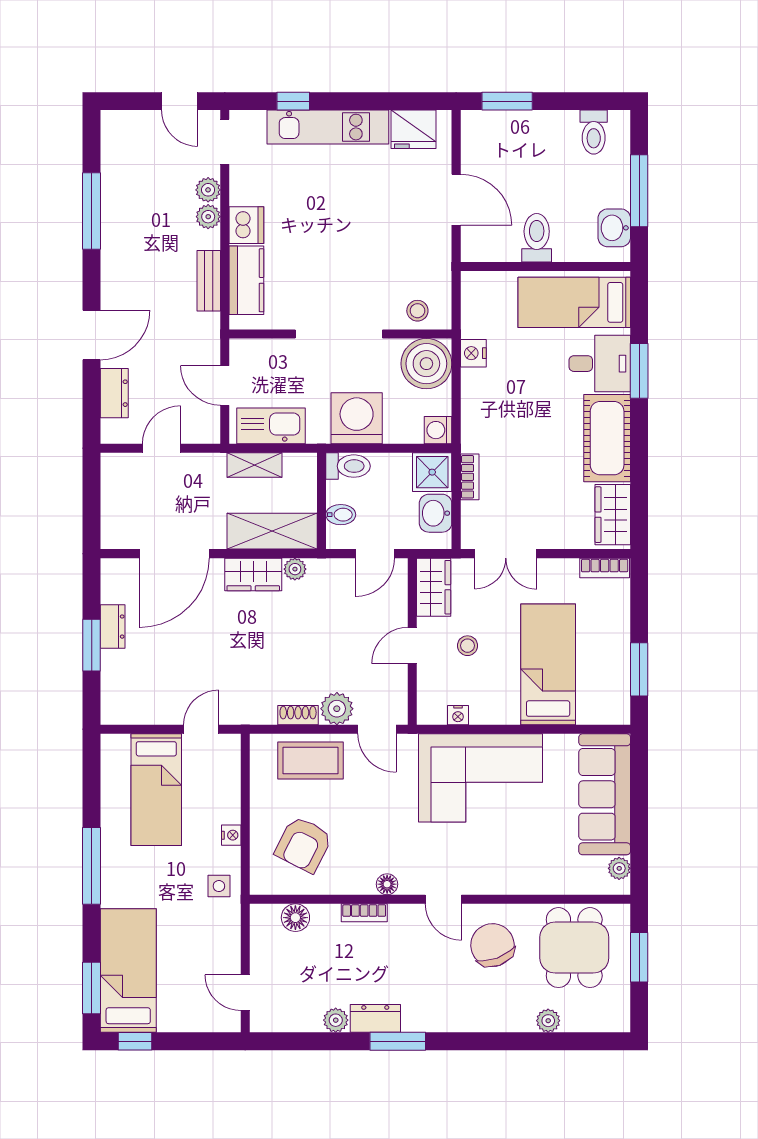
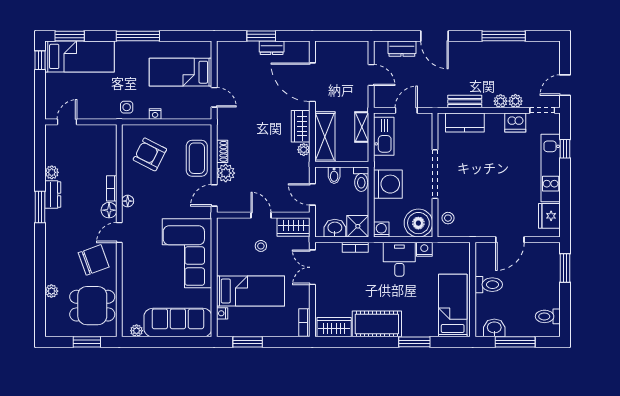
dishwasher: (246, 225) -> (515, 123), moved
desk: (600, 364) -> (399, 259), moved, turned 180
nightstand: (458, 715) -> (222, 313), moved
floor lamp: (295, 918) -> (109, 210), moved

